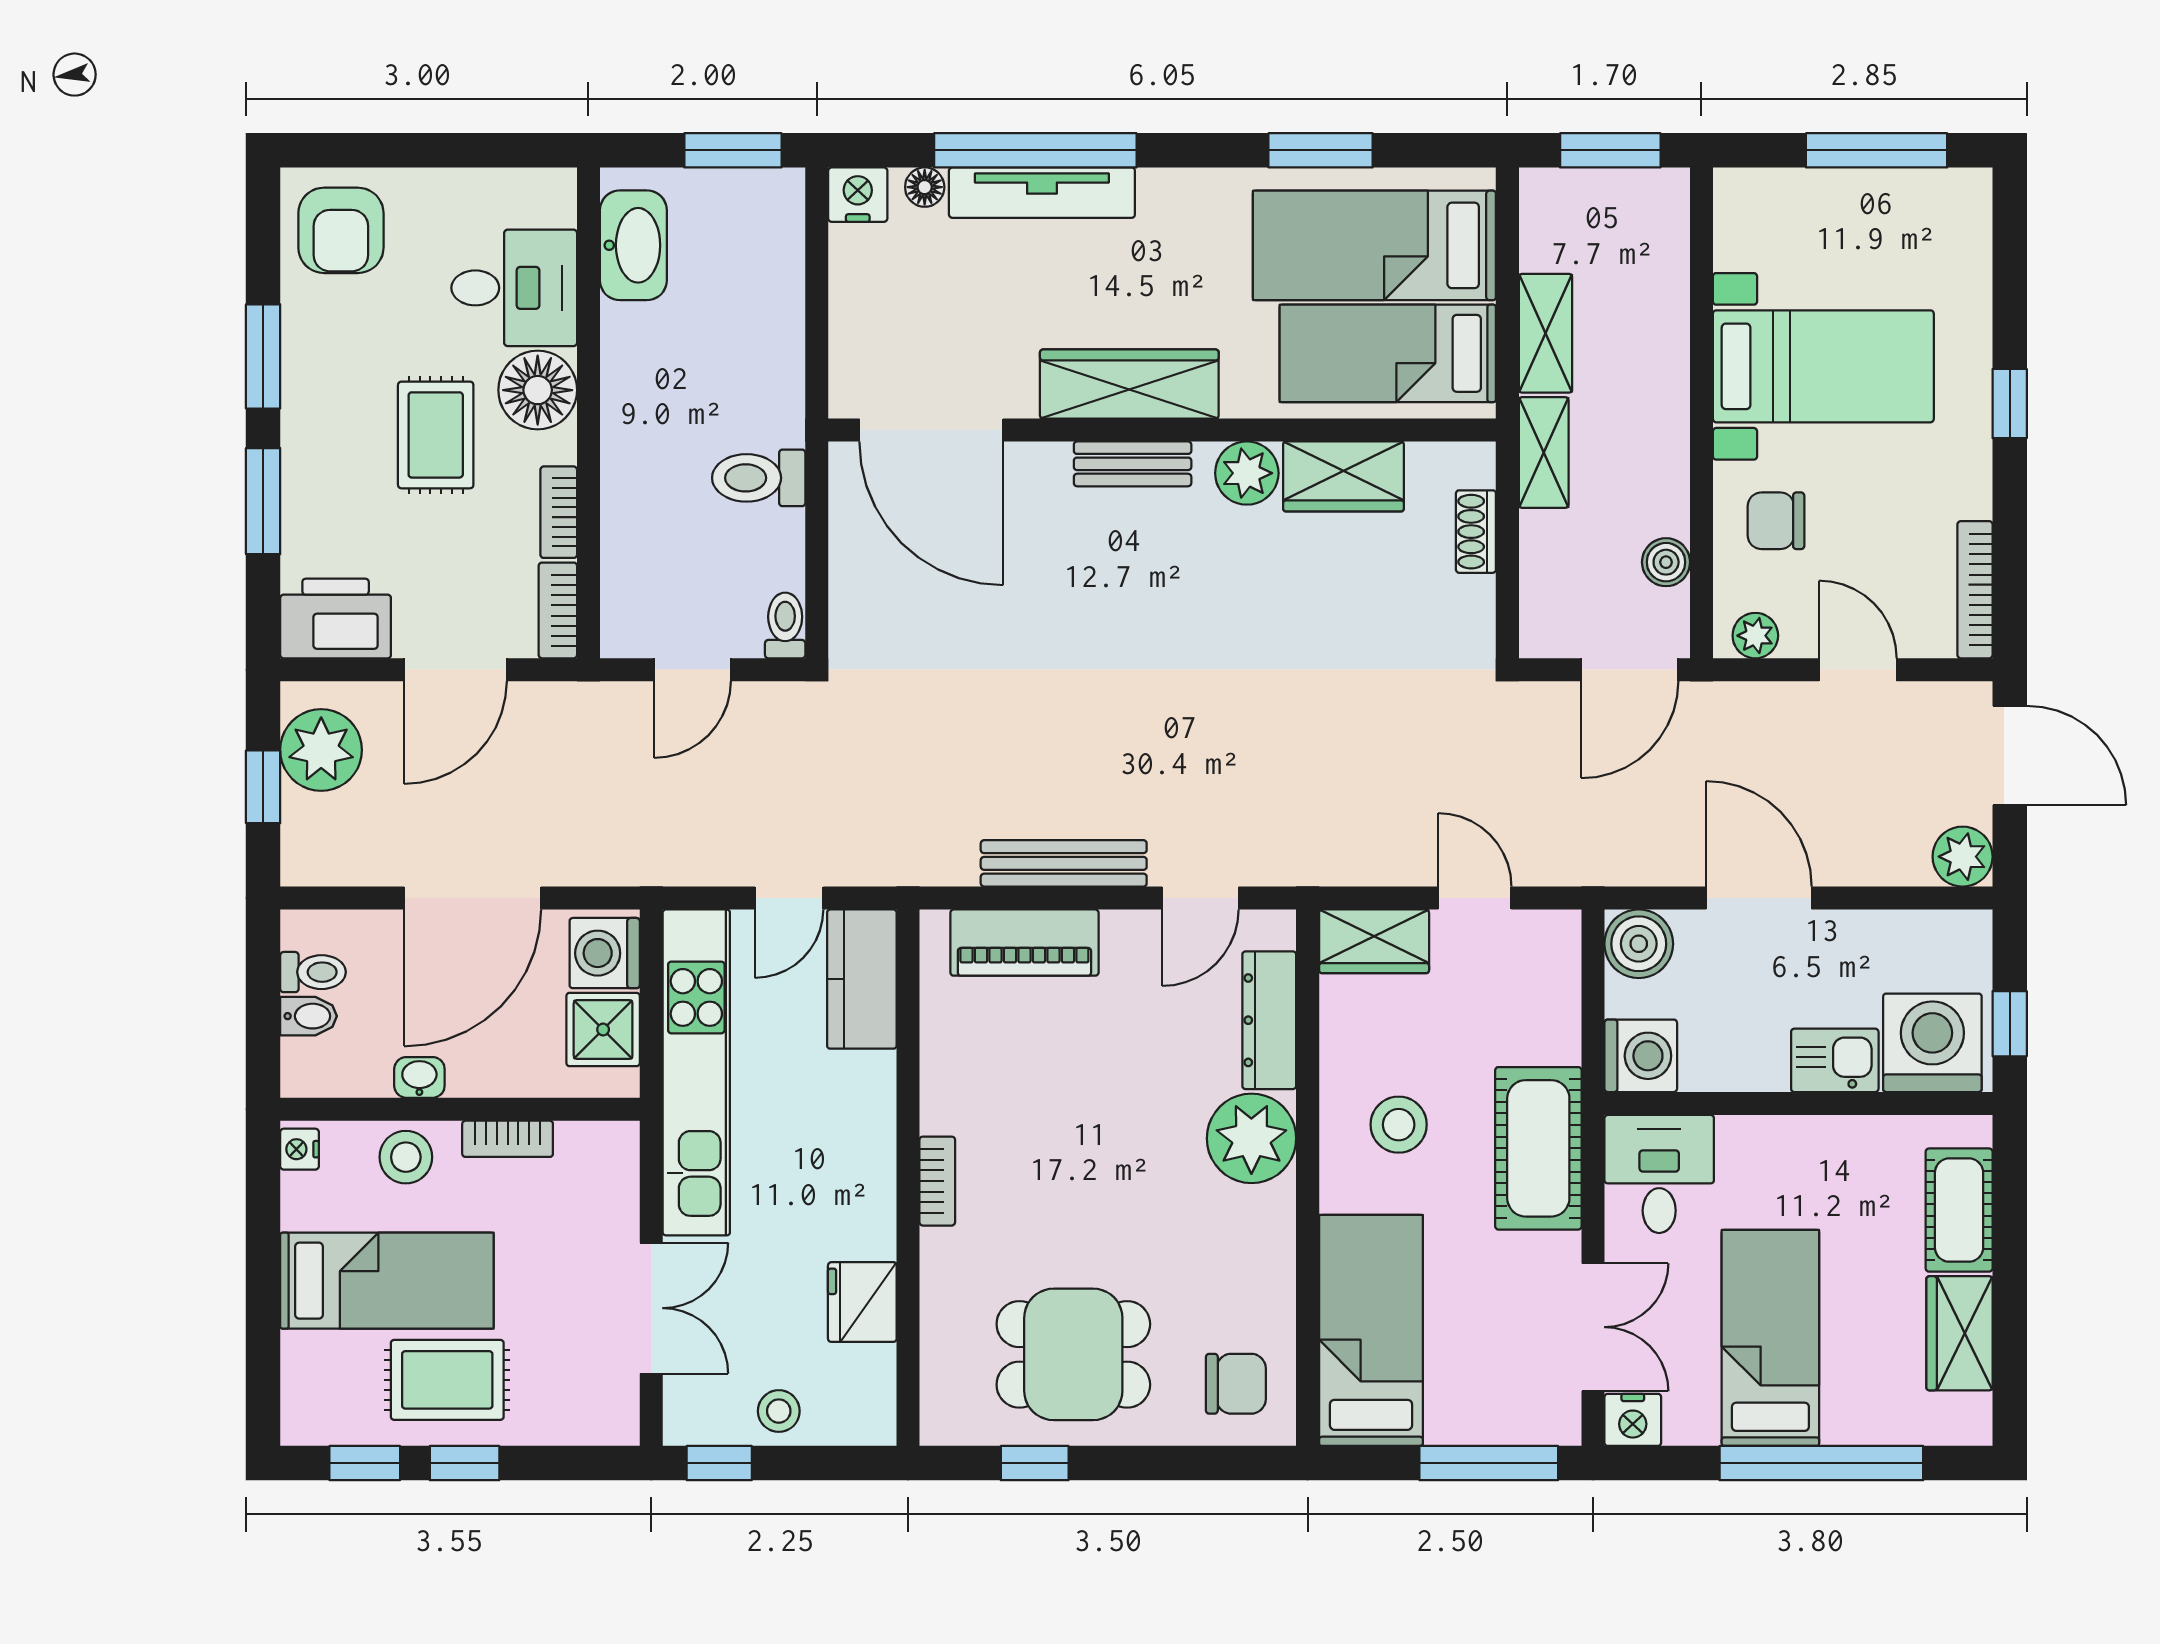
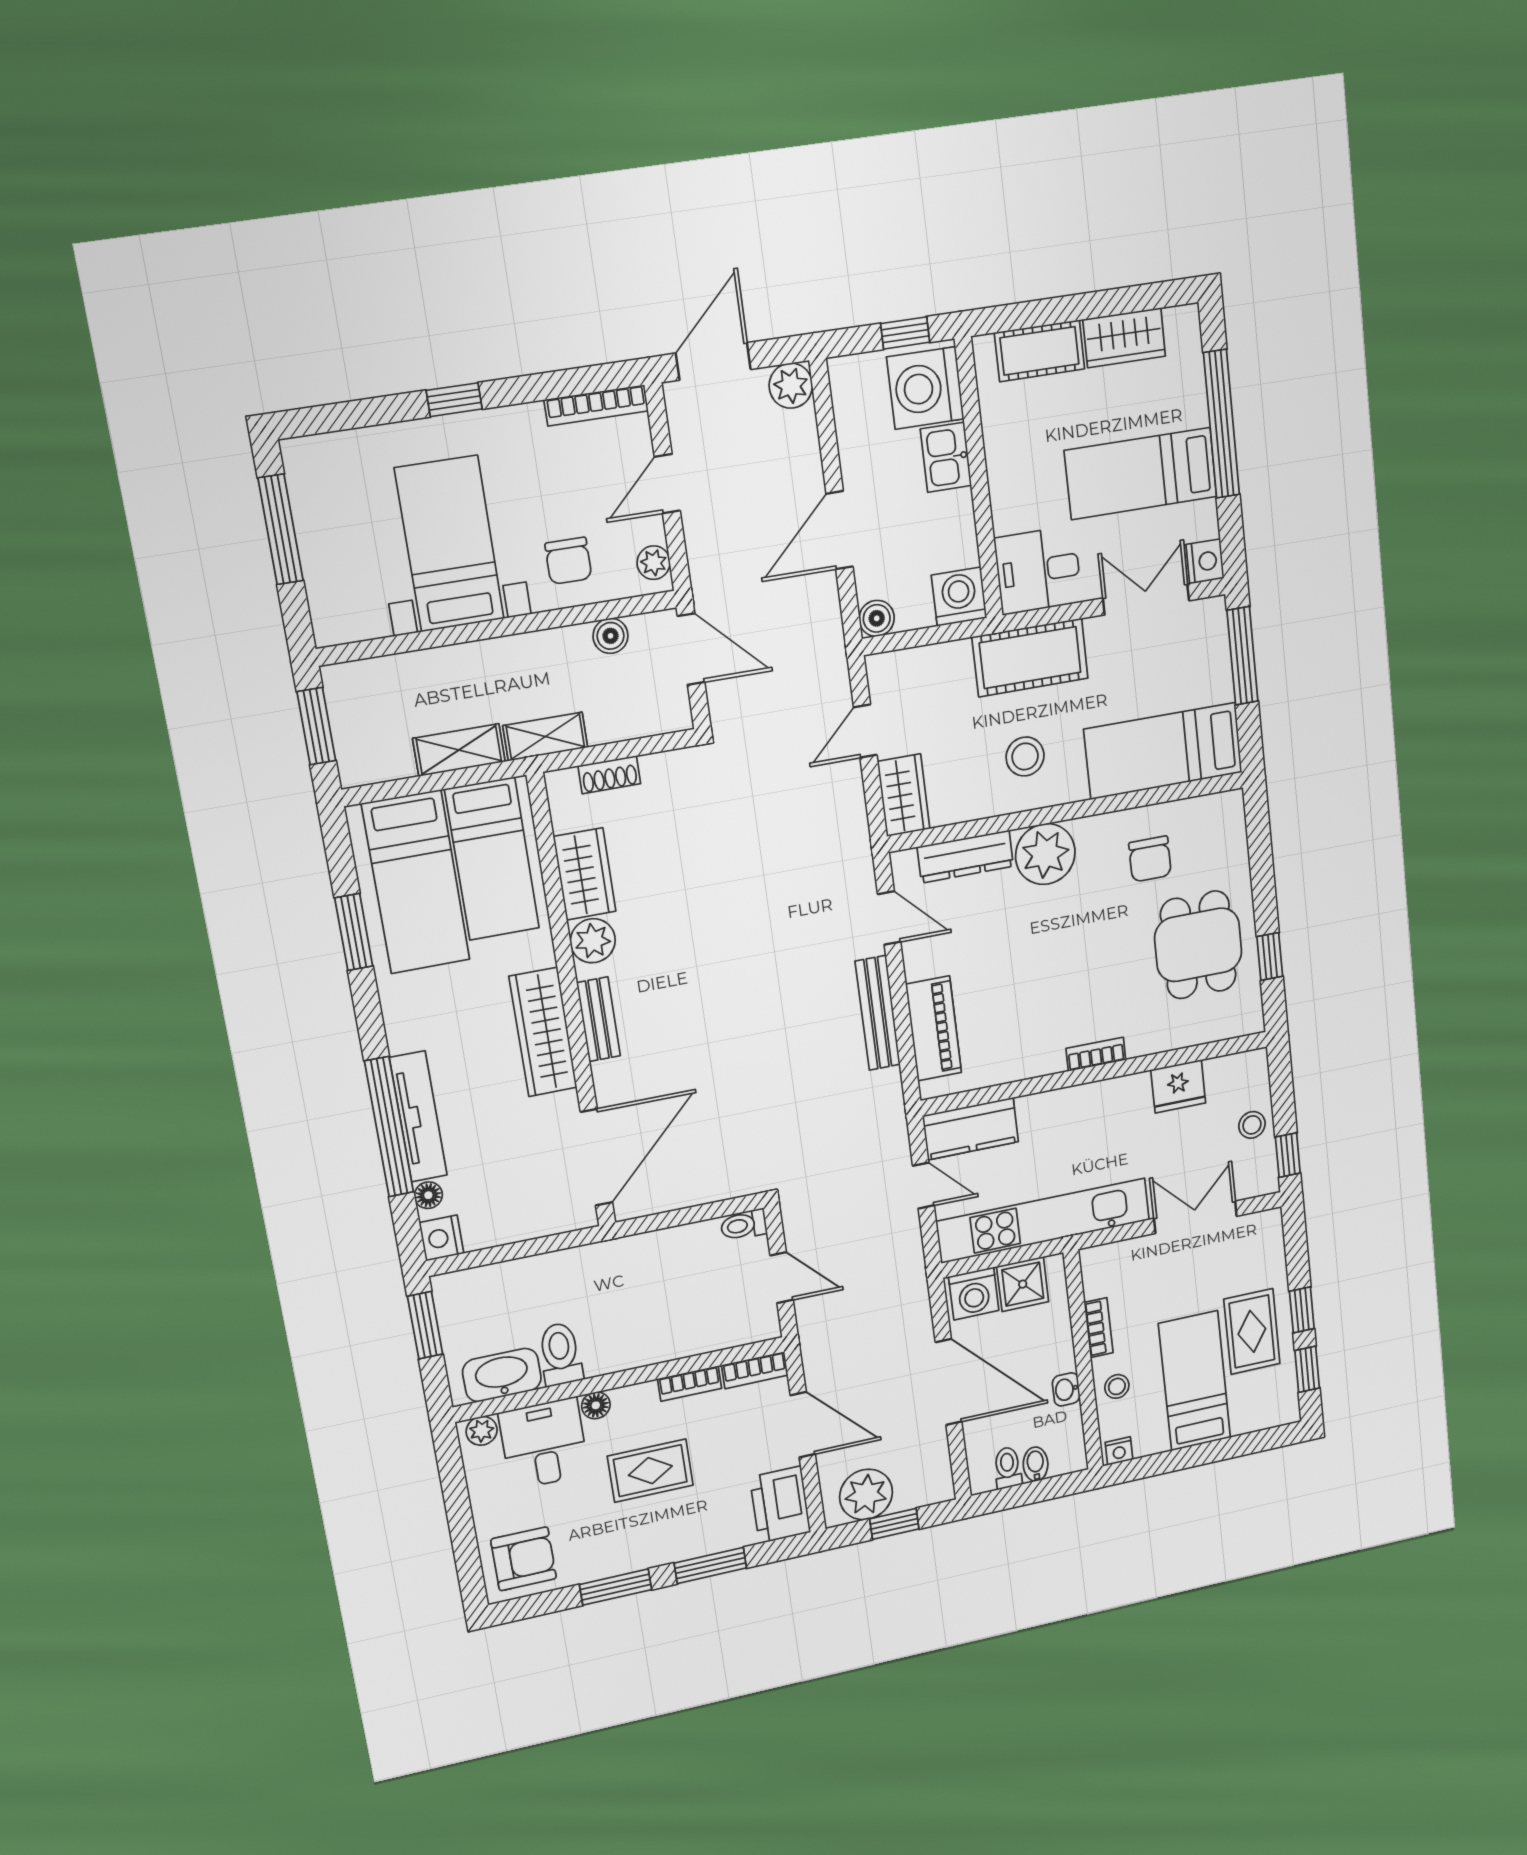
plant: (555, 203) -> (482, 1431), added
floor lamp: (538, 390) -> (596, 1405), width x0.53, depth x0.53
toilet: (759, 478) -> (560, 1354), moved, turned 180
boiler: (1639, 944) -> (877, 618), width x0.73, depth x0.73
stool: (406, 1157) -> (1117, 1386), width x0.73, depth x0.73
chair: (1236, 1384) -> (1150, 859), moved, turned 180

